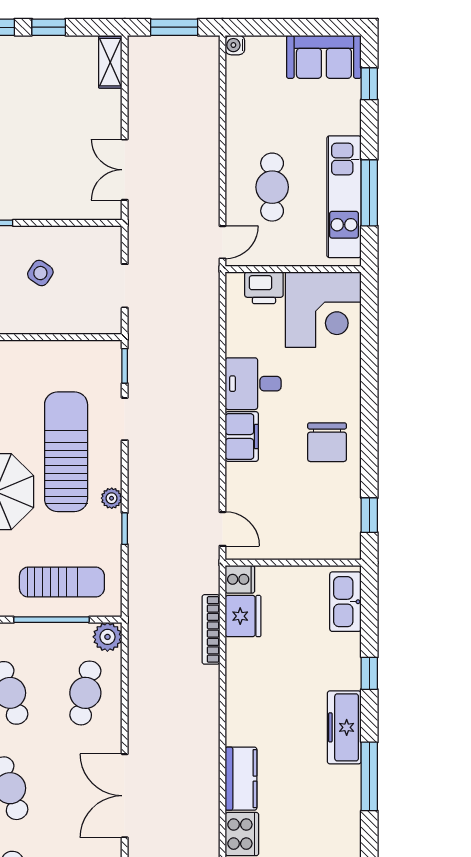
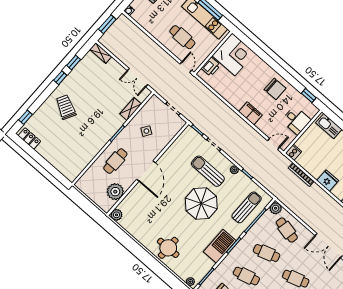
shelving: (56, 208) -> (131, 109), added
desk: (253, 384) -> (296, 120), moved, turned -90
sun lounger: (66, 452) -> (208, 171), width x0.73, depth x0.75
fridge: (243, 616) -> (328, 181), moved

